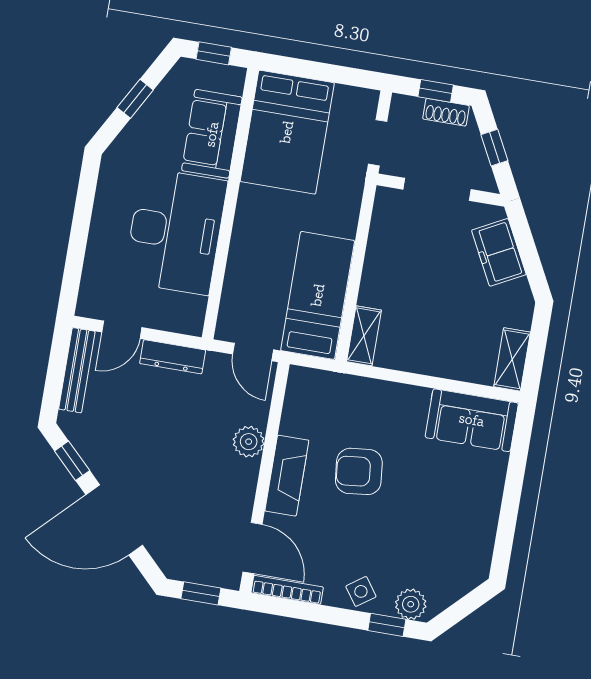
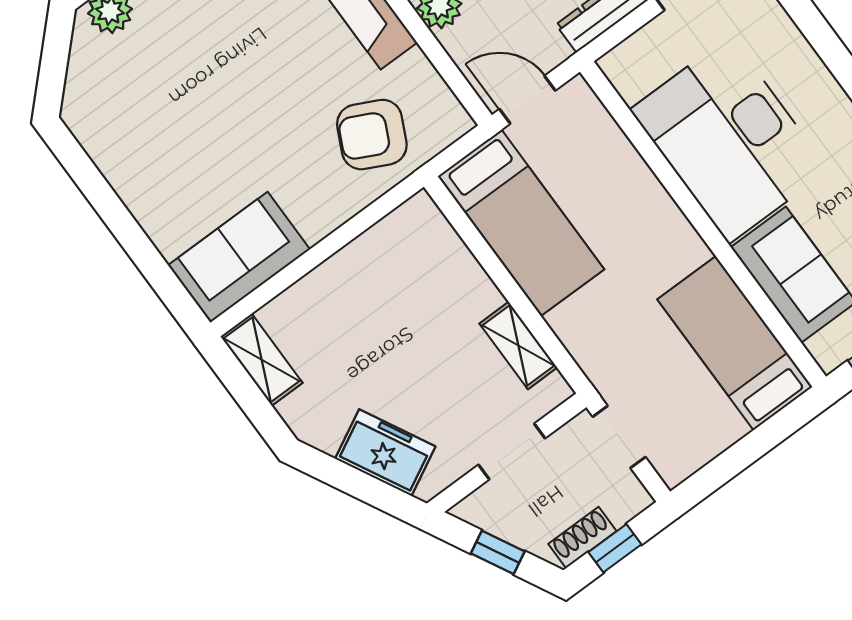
bed: (287, 132) -> (735, 343), width x0.67
doorway: (437, 189) -> (512, 452), width x0.73
shelving: (364, 336) -> (518, 346), moved
armchair: (359, 471) -> (372, 135), moved, turned -148

